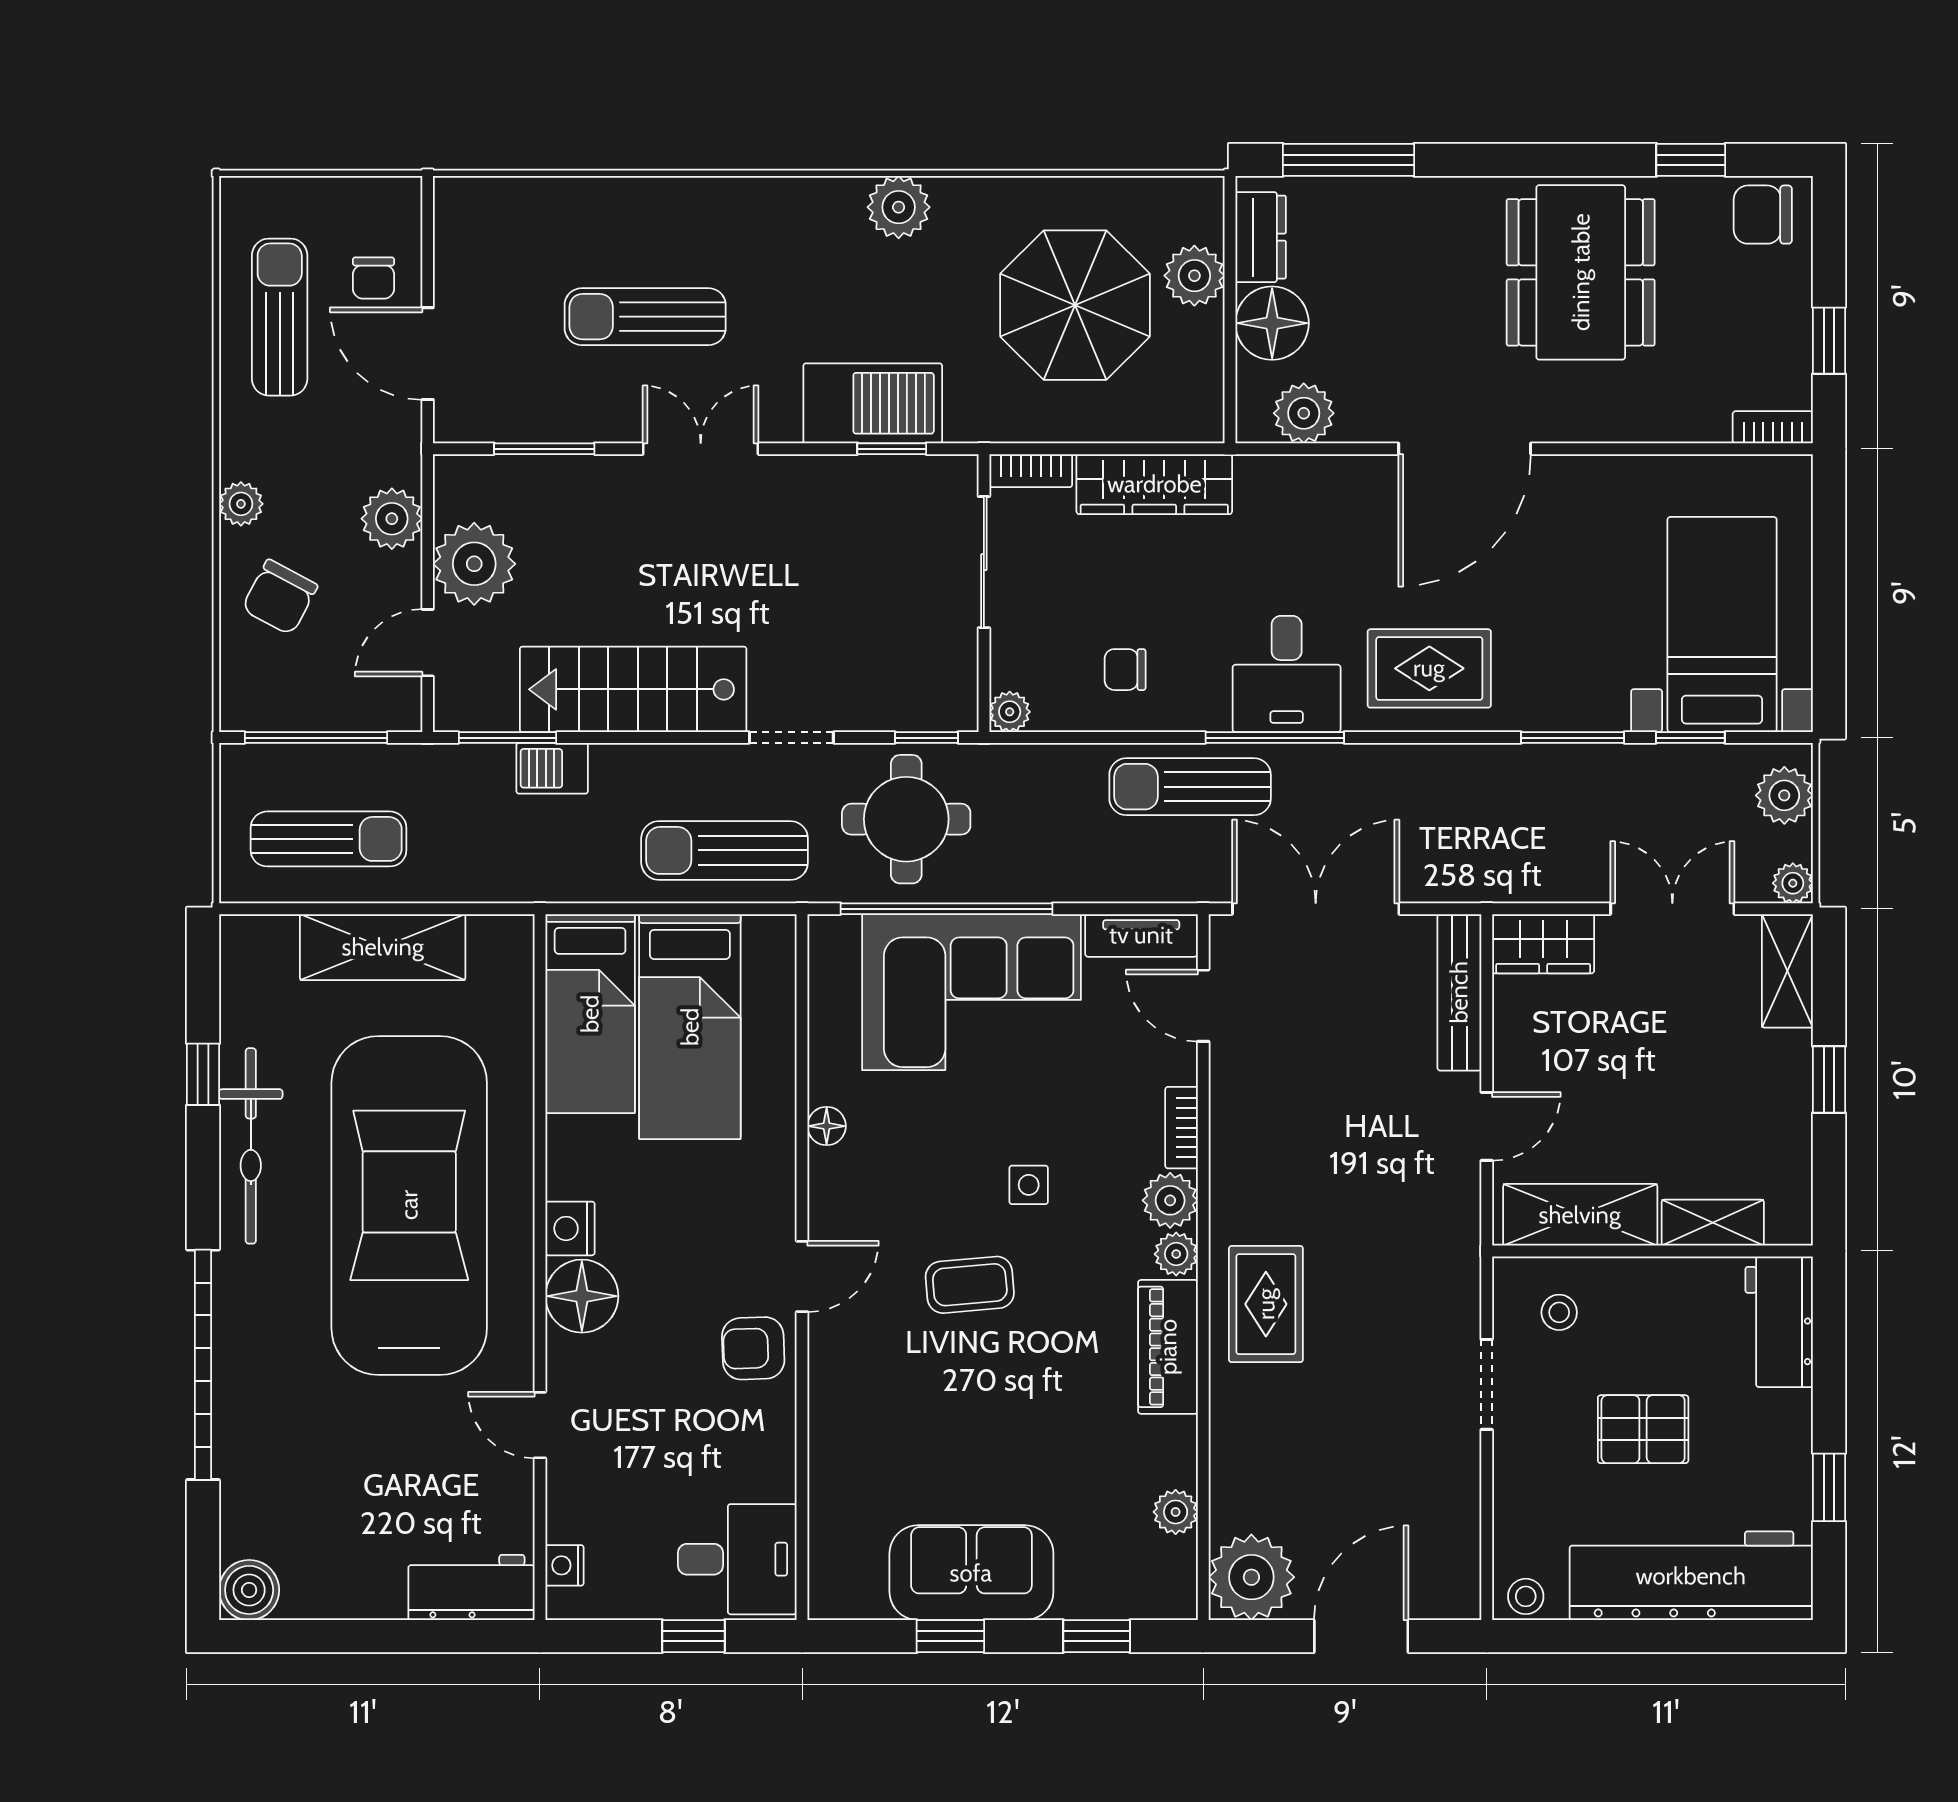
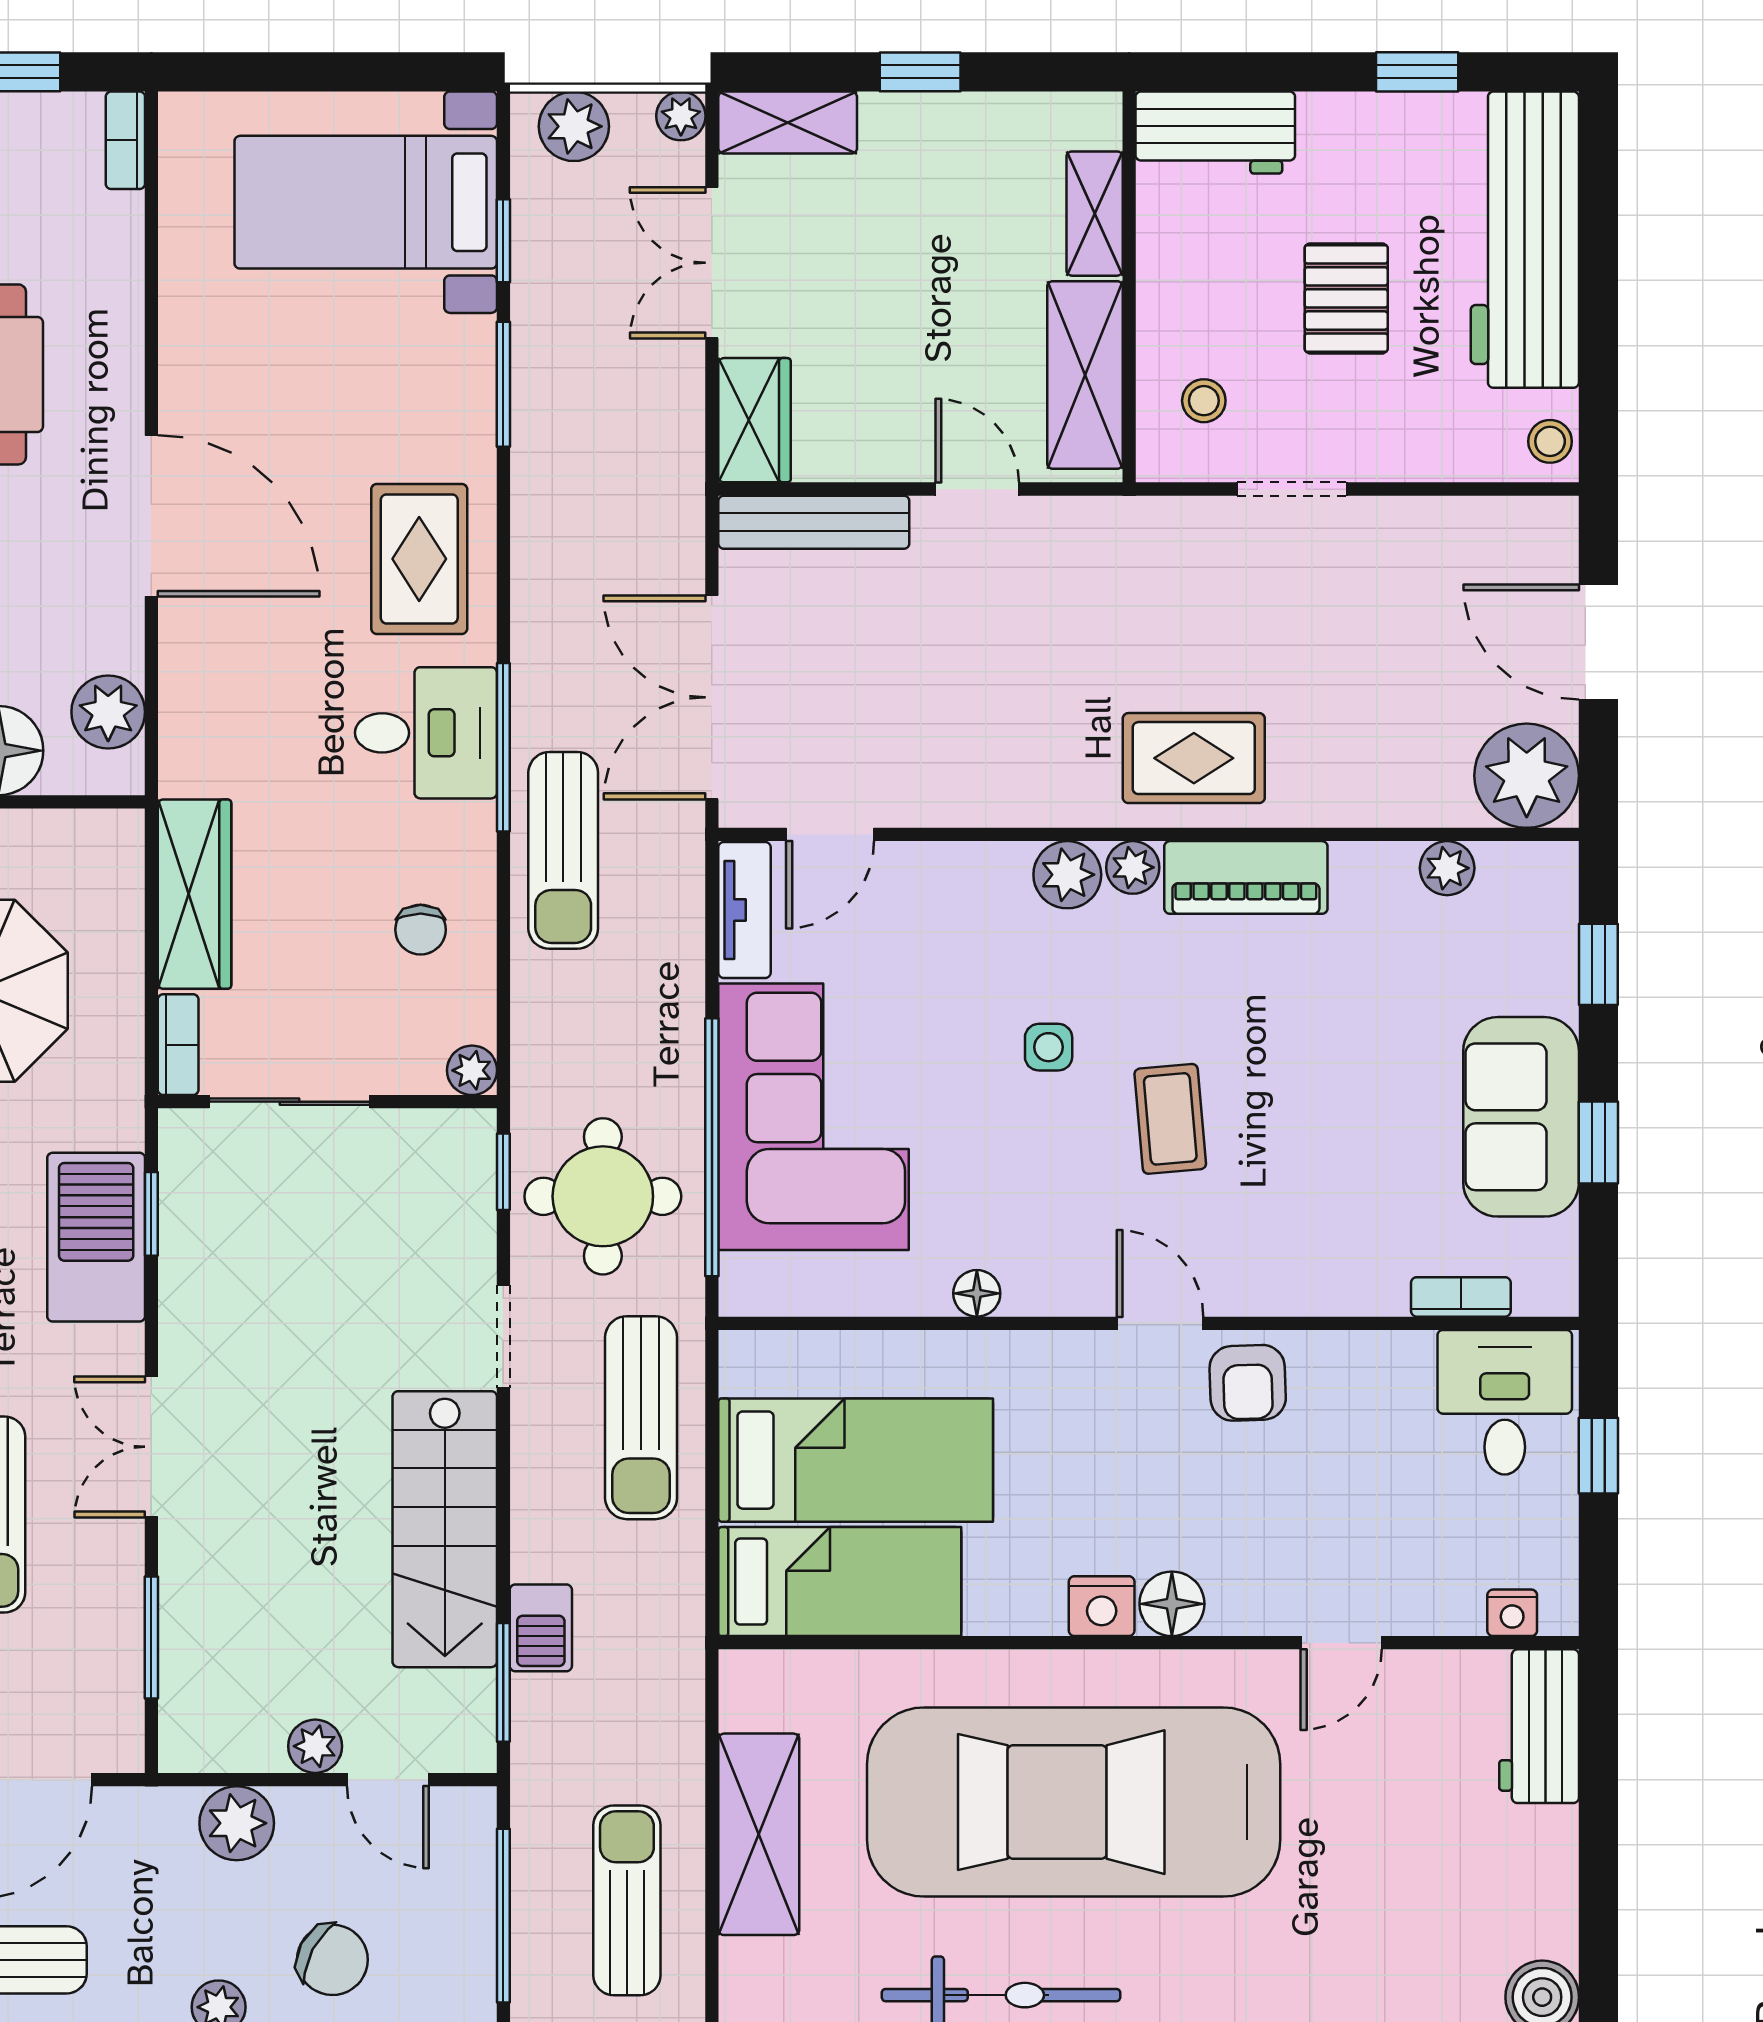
plant: (474, 564) -> (315, 1746), width x0.53, depth x0.53
bookcase: (1182, 1128) -> (1461, 1297), moved, turned 180
floor lamp: (582, 1296) -> (1172, 1604), width x0.73, depth x0.73

